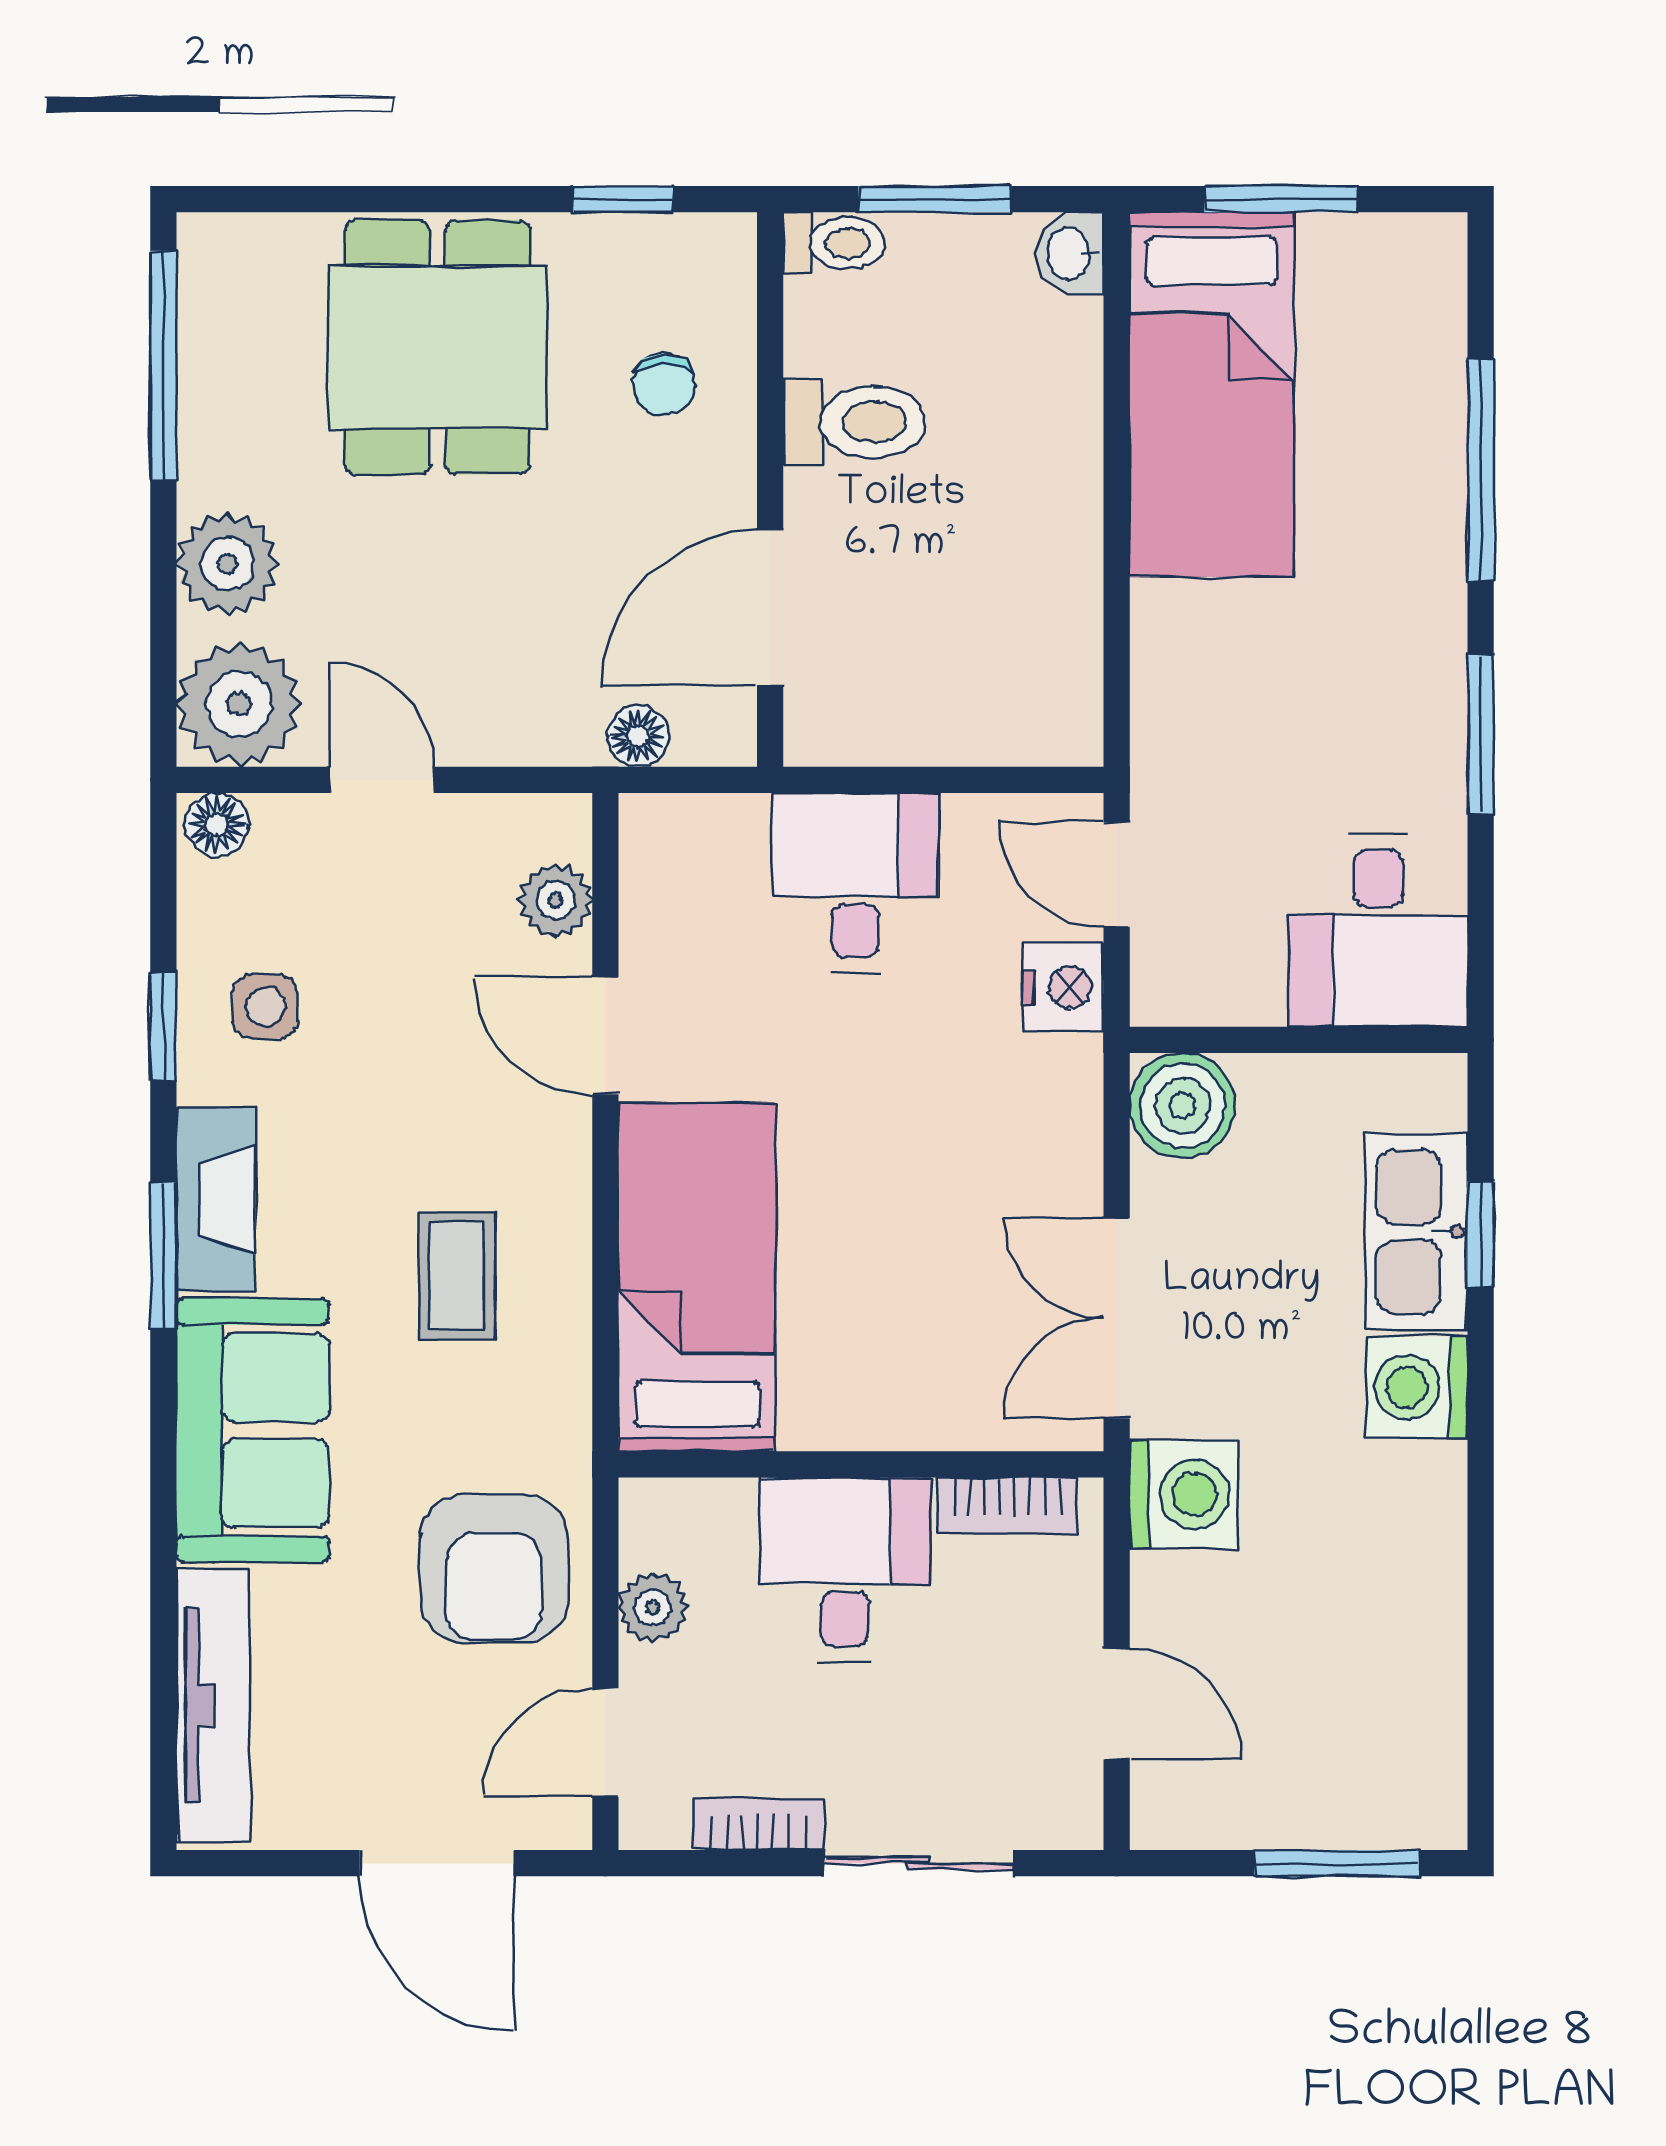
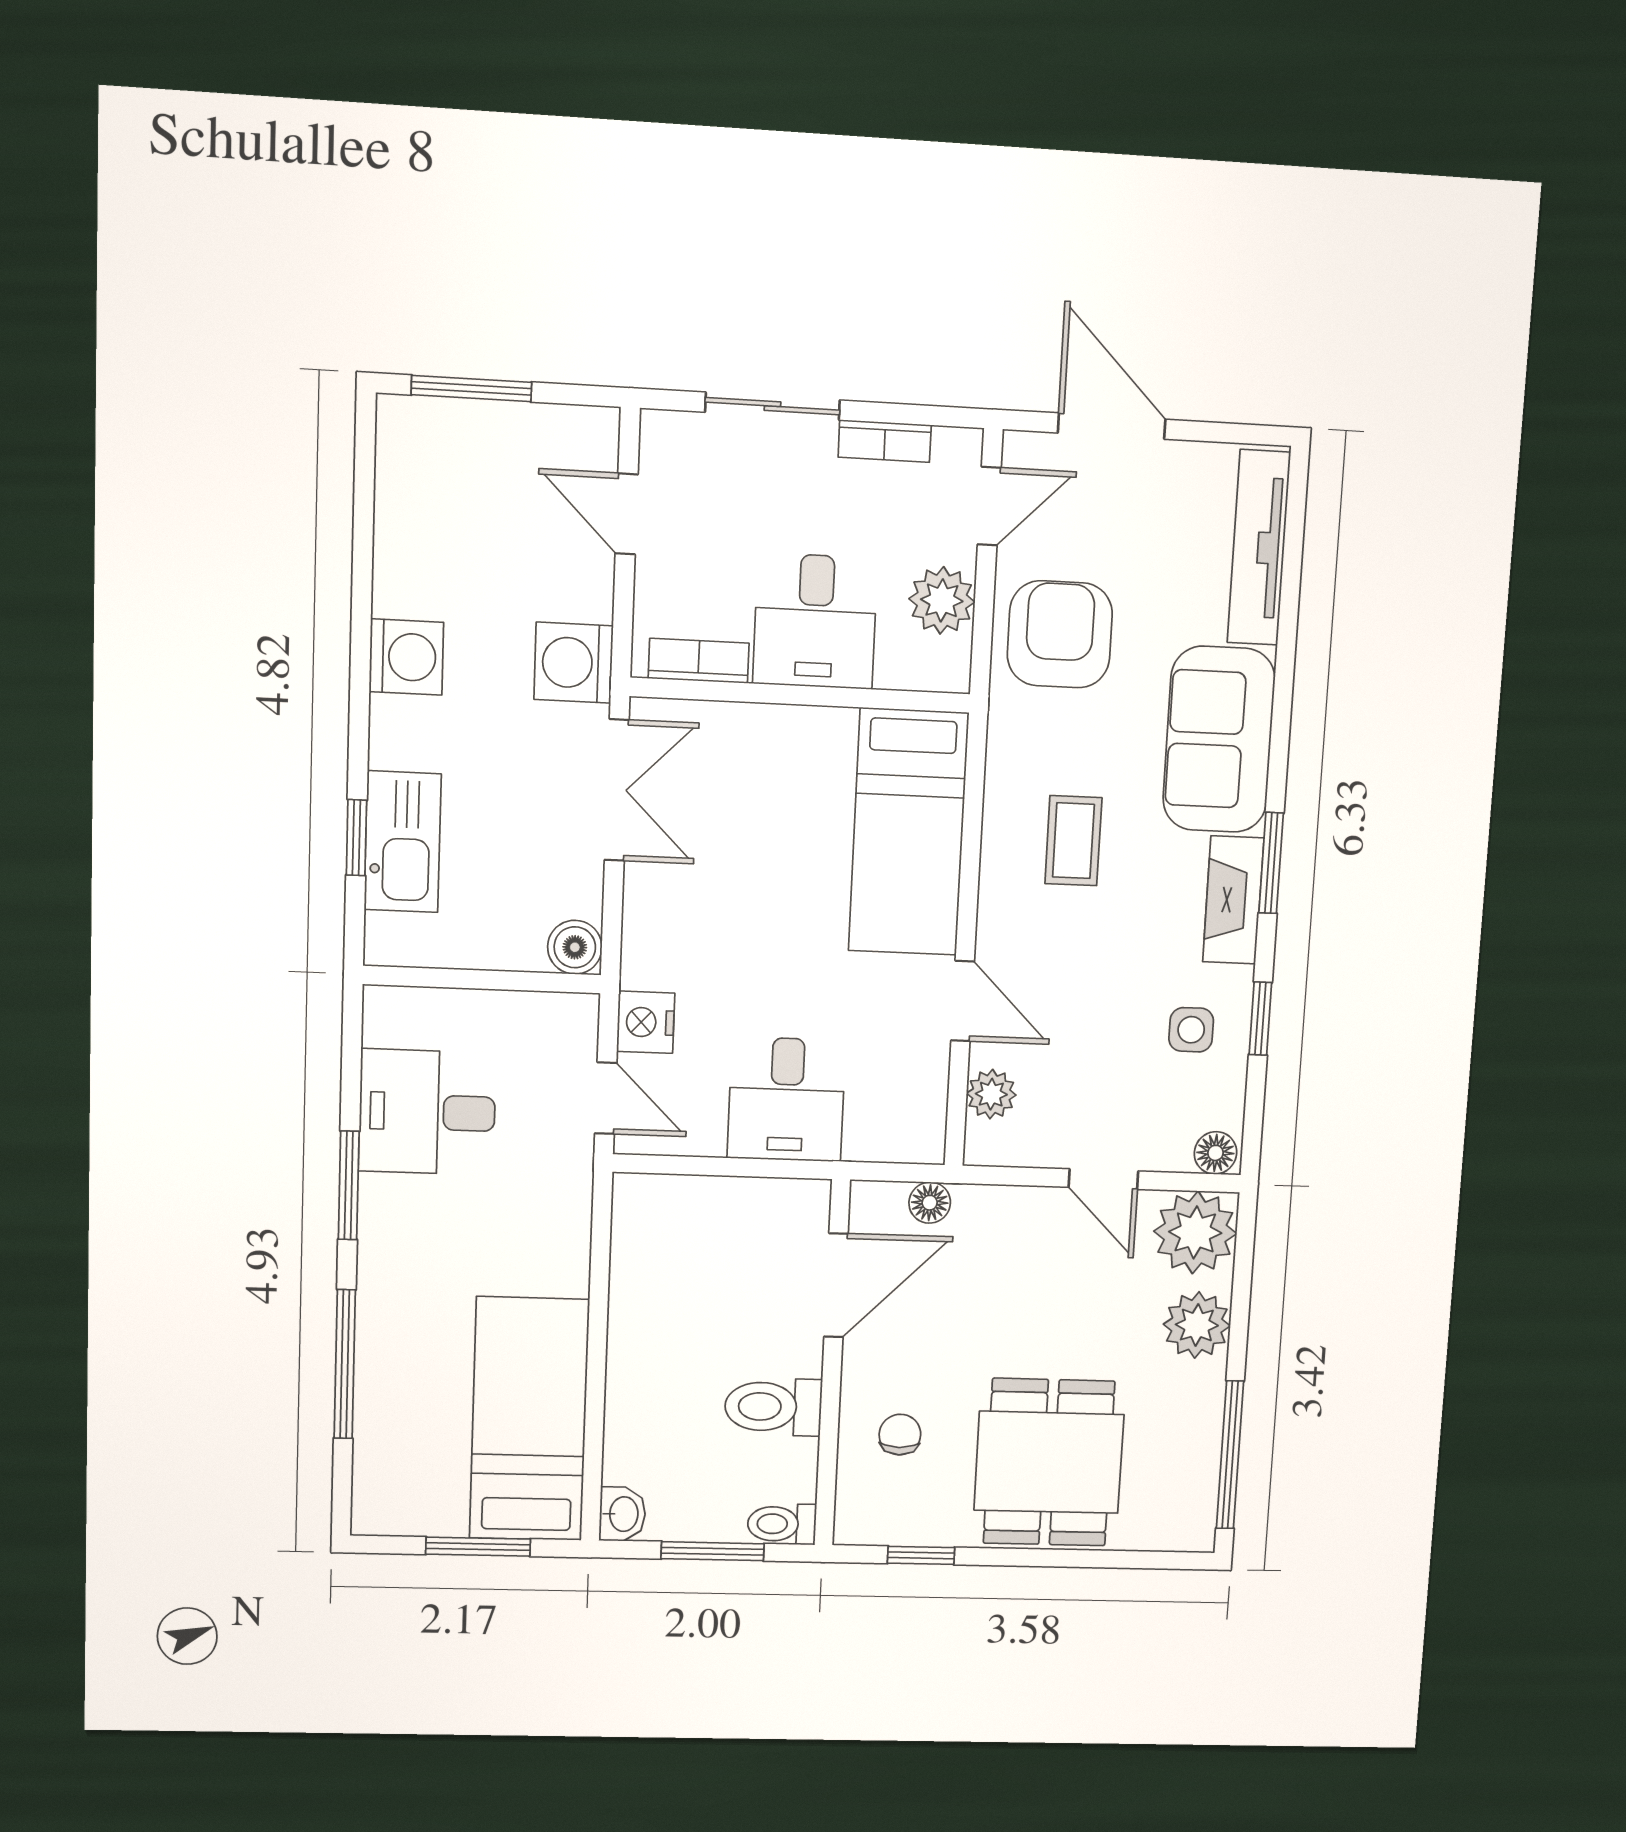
desk: (1378, 931) -> (427, 1112), moved, turned -90
boiler: (1183, 1106) -> (575, 947), width x0.73, depth x0.73
washing machine: (1417, 1387) -> (406, 657), moved
plant: (653, 1608) -> (942, 600), width x1.38, depth x1.38

